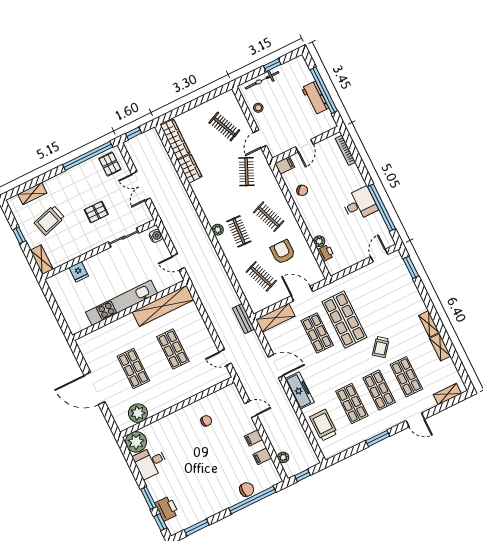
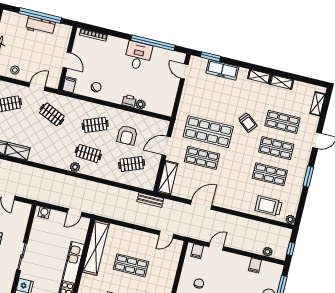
door: (260, 139) -> (37, 87), swing flipped
sliding door: (124, 238) -> (22, 256), moved
armchair: (283, 252) -> (127, 135), turned -90
printer: (326, 253) -> (129, 101), moved
freezer: (300, 391) -> (222, 70), moved, turned 180
filing cabinet: (254, 438) -> (197, 251), moved
plant: (328, 454) -> (290, 219), added

